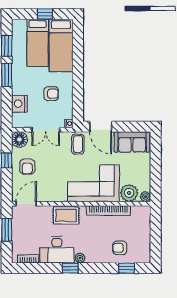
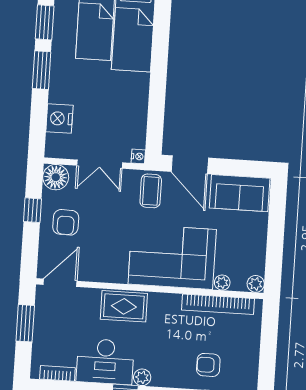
armchair: (51, 94) -> (112, 106), removed
plant: (129, 193) -> (222, 283), width x0.53, depth x0.53
bookcase: (108, 211) -> (218, 304), moved

